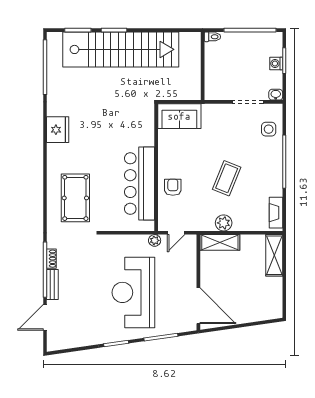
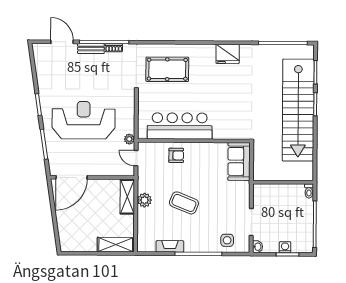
fireplace: (276, 213) -> (170, 246), moved

